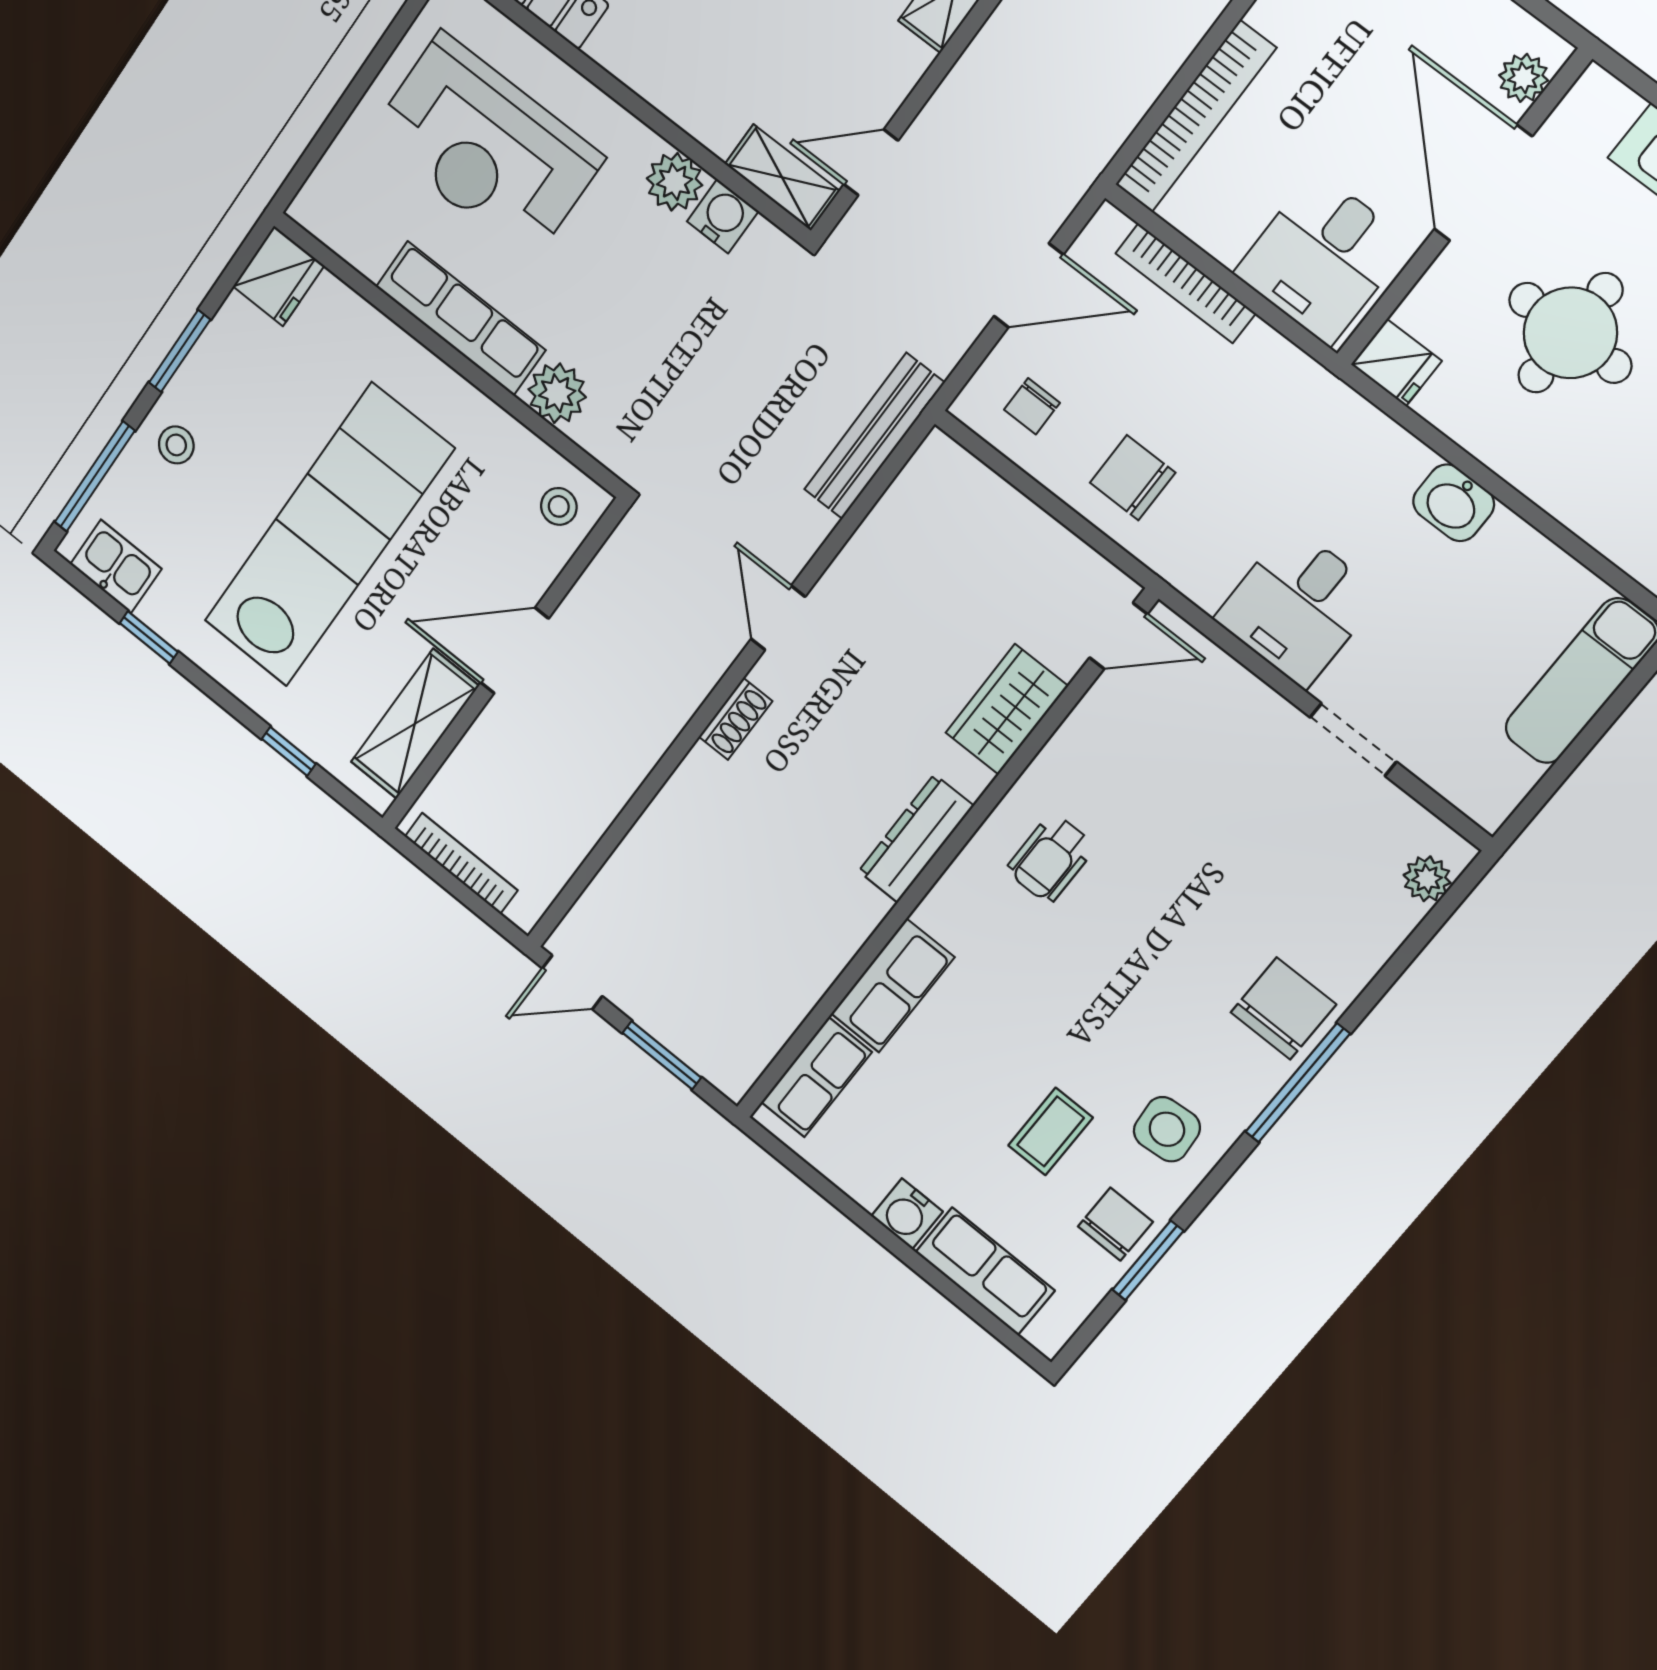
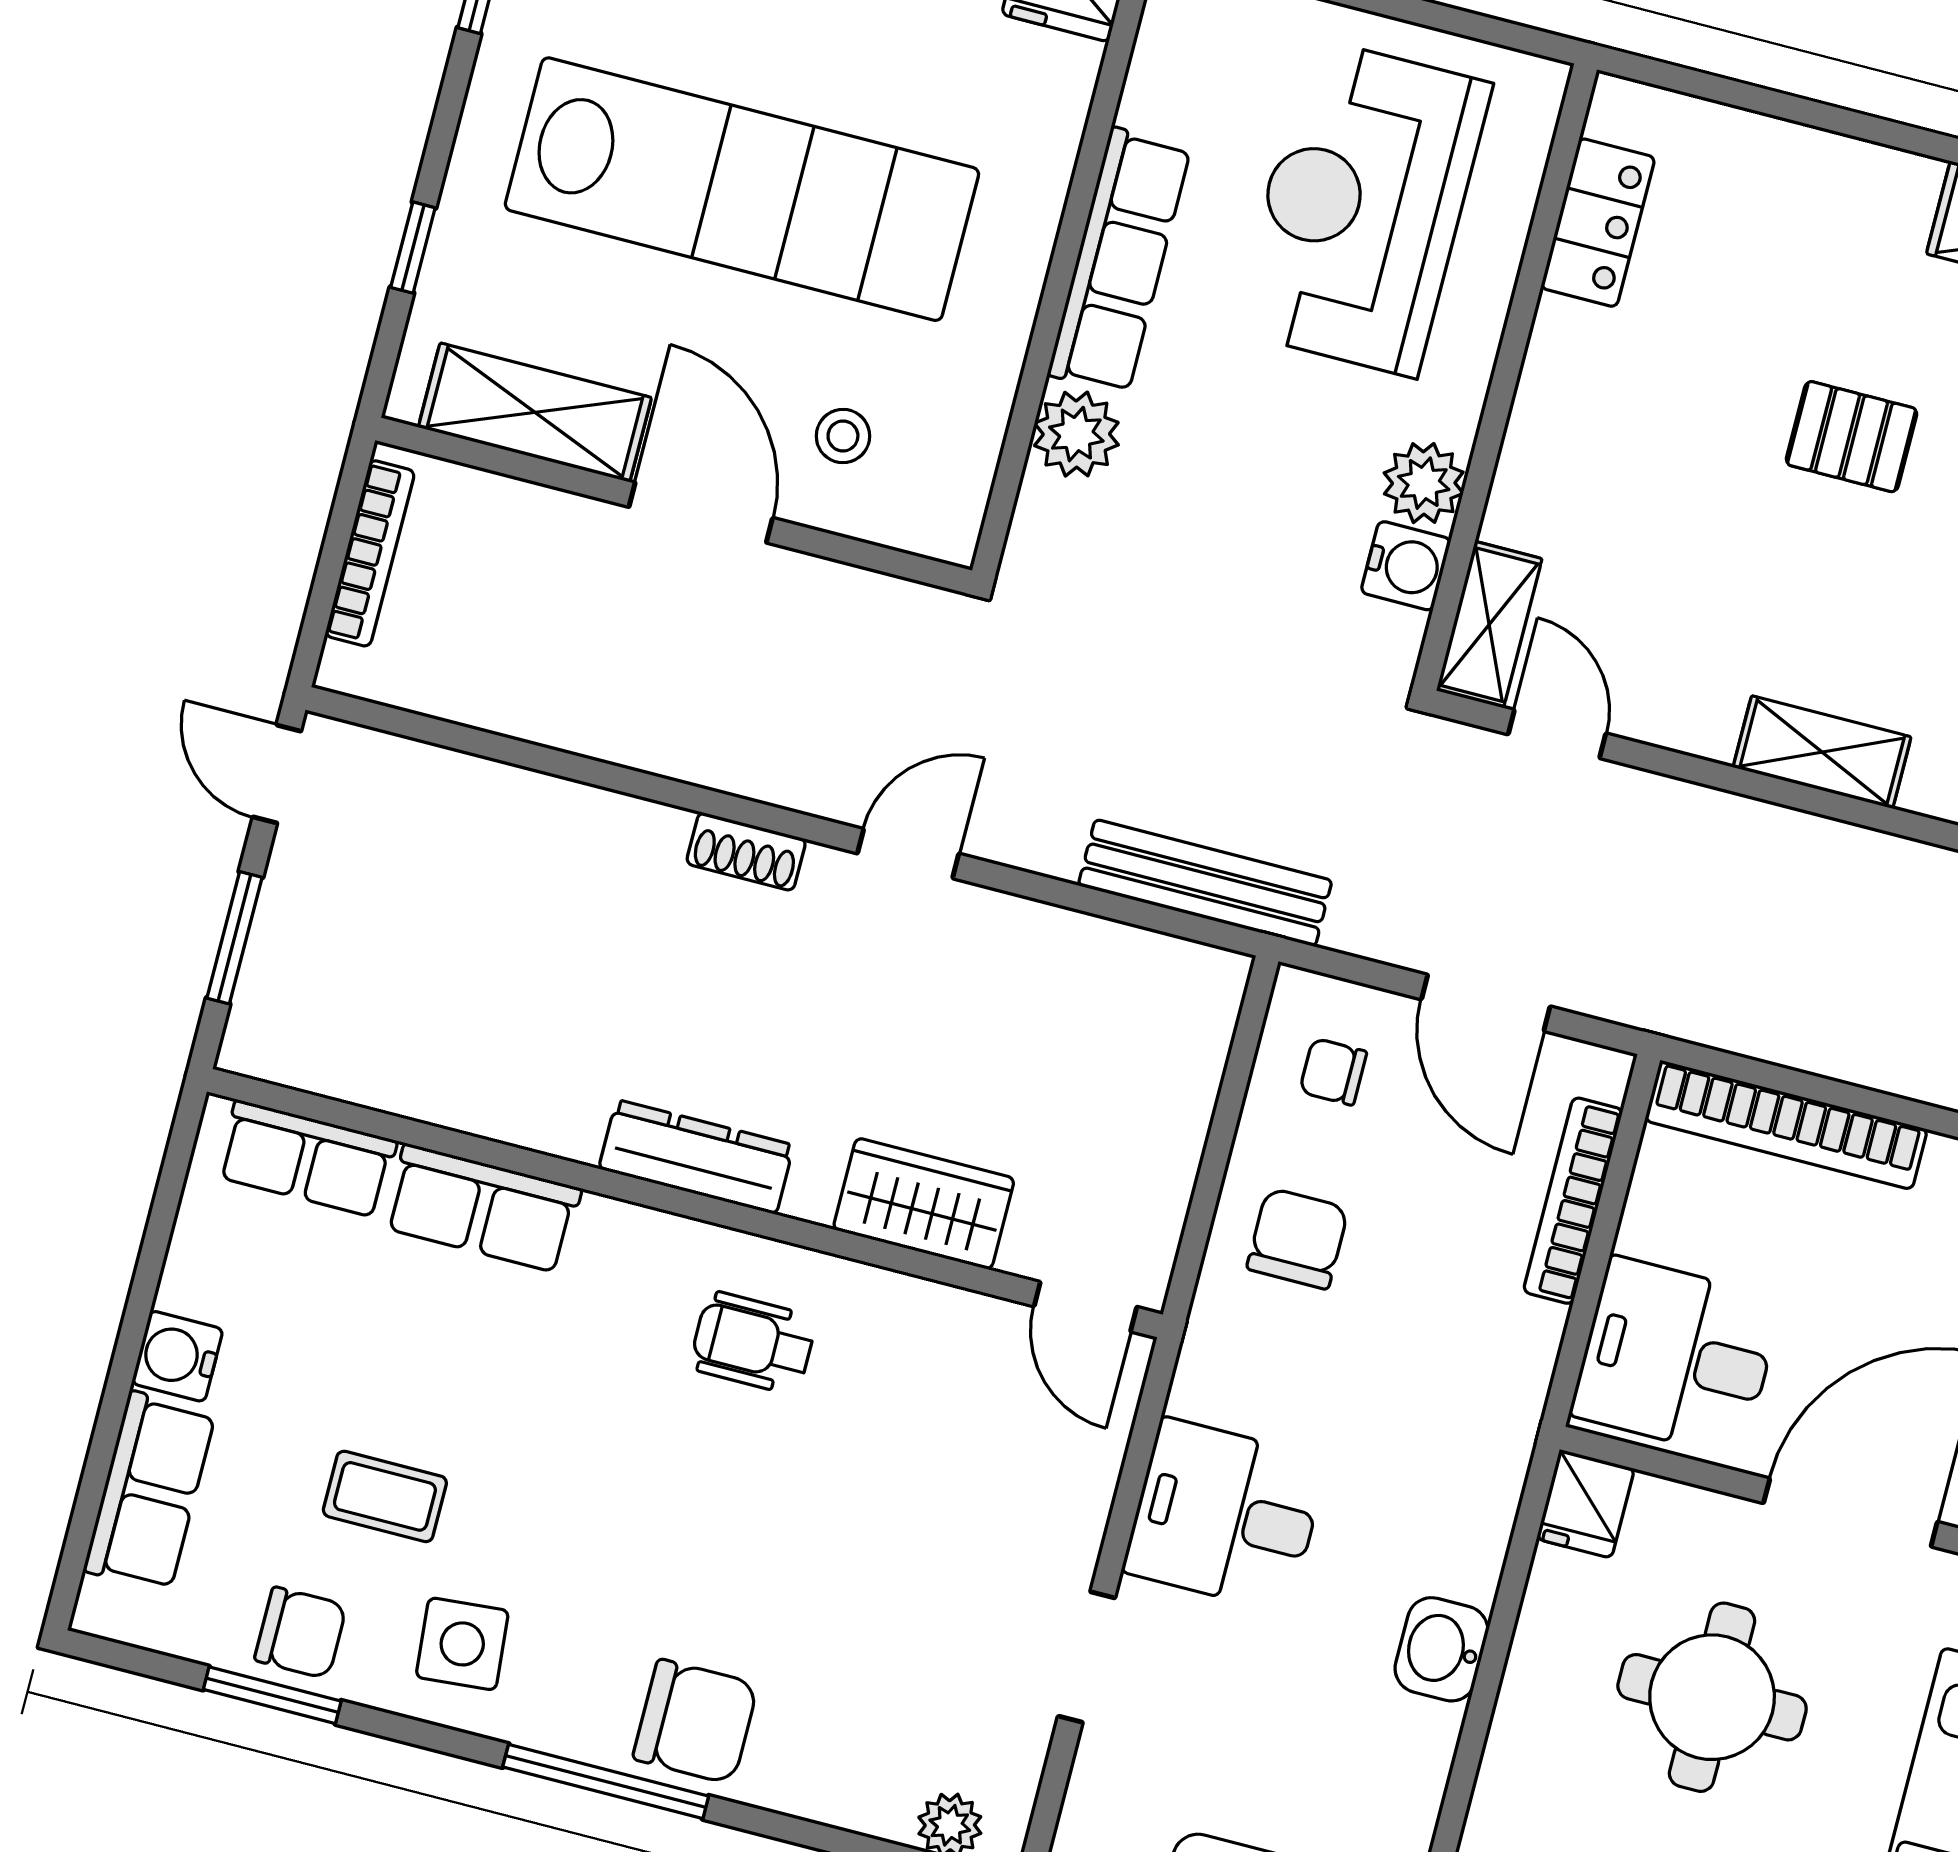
stool: (559, 506) -> (843, 436), moved

